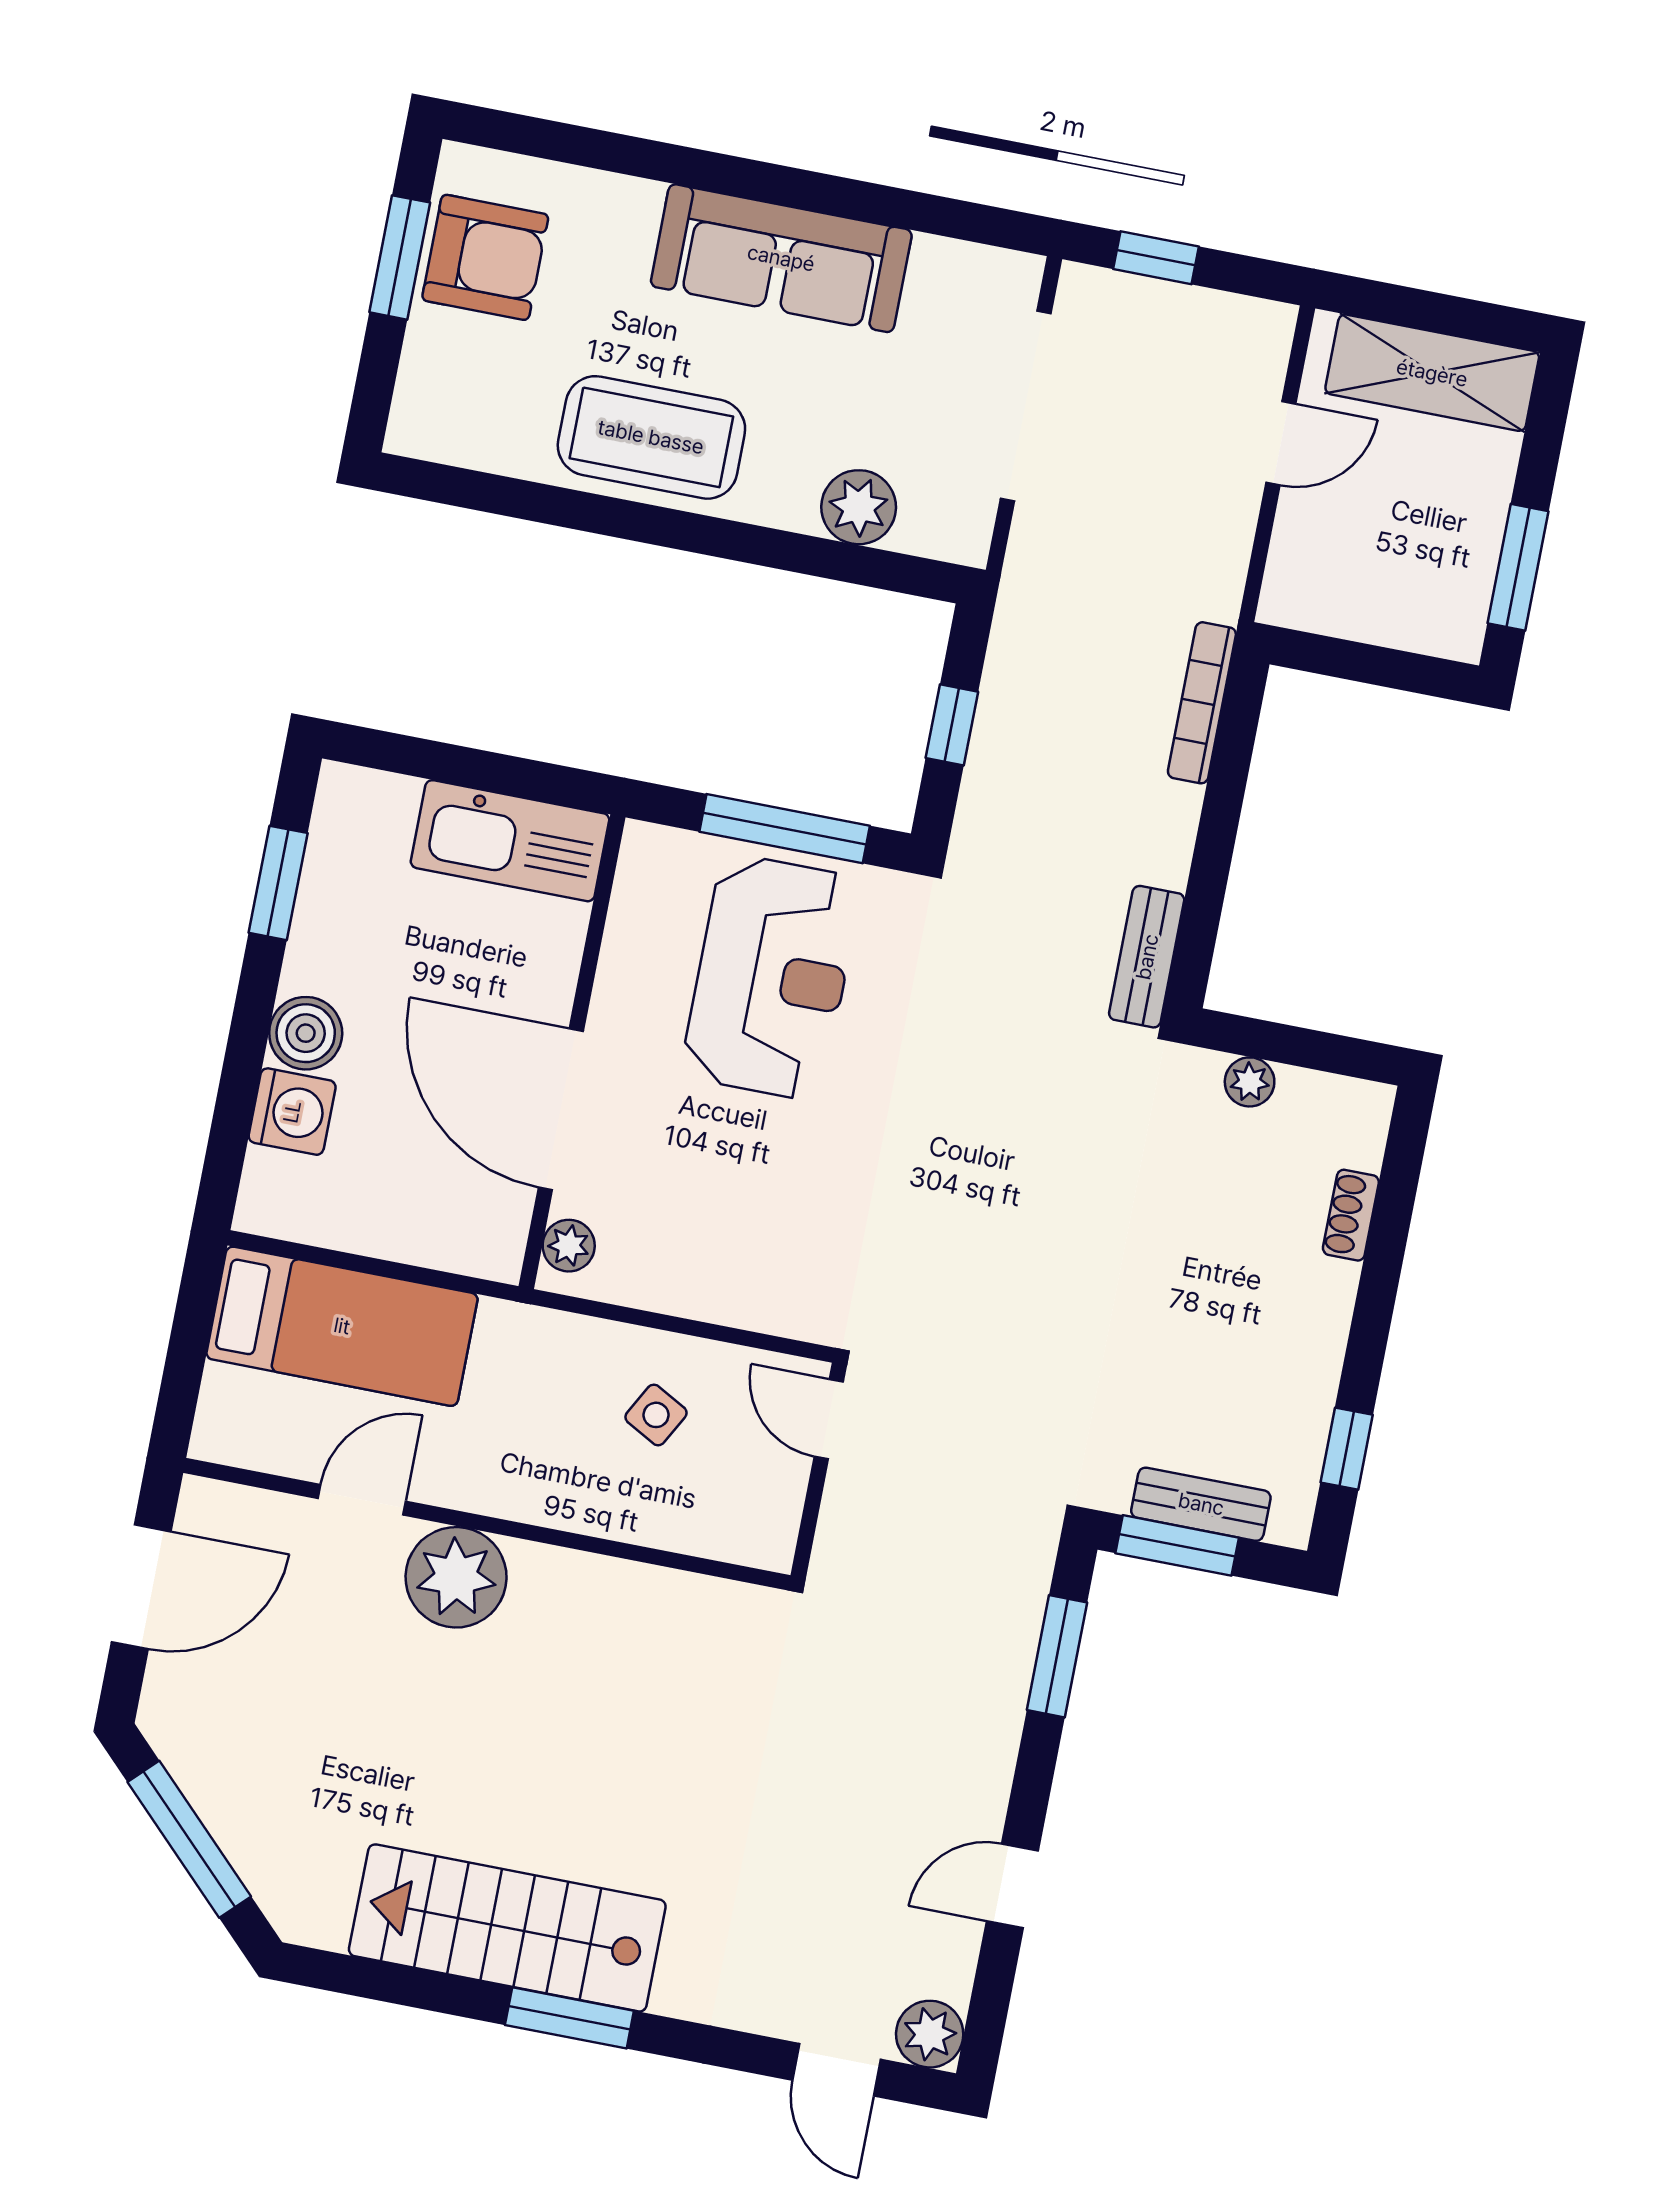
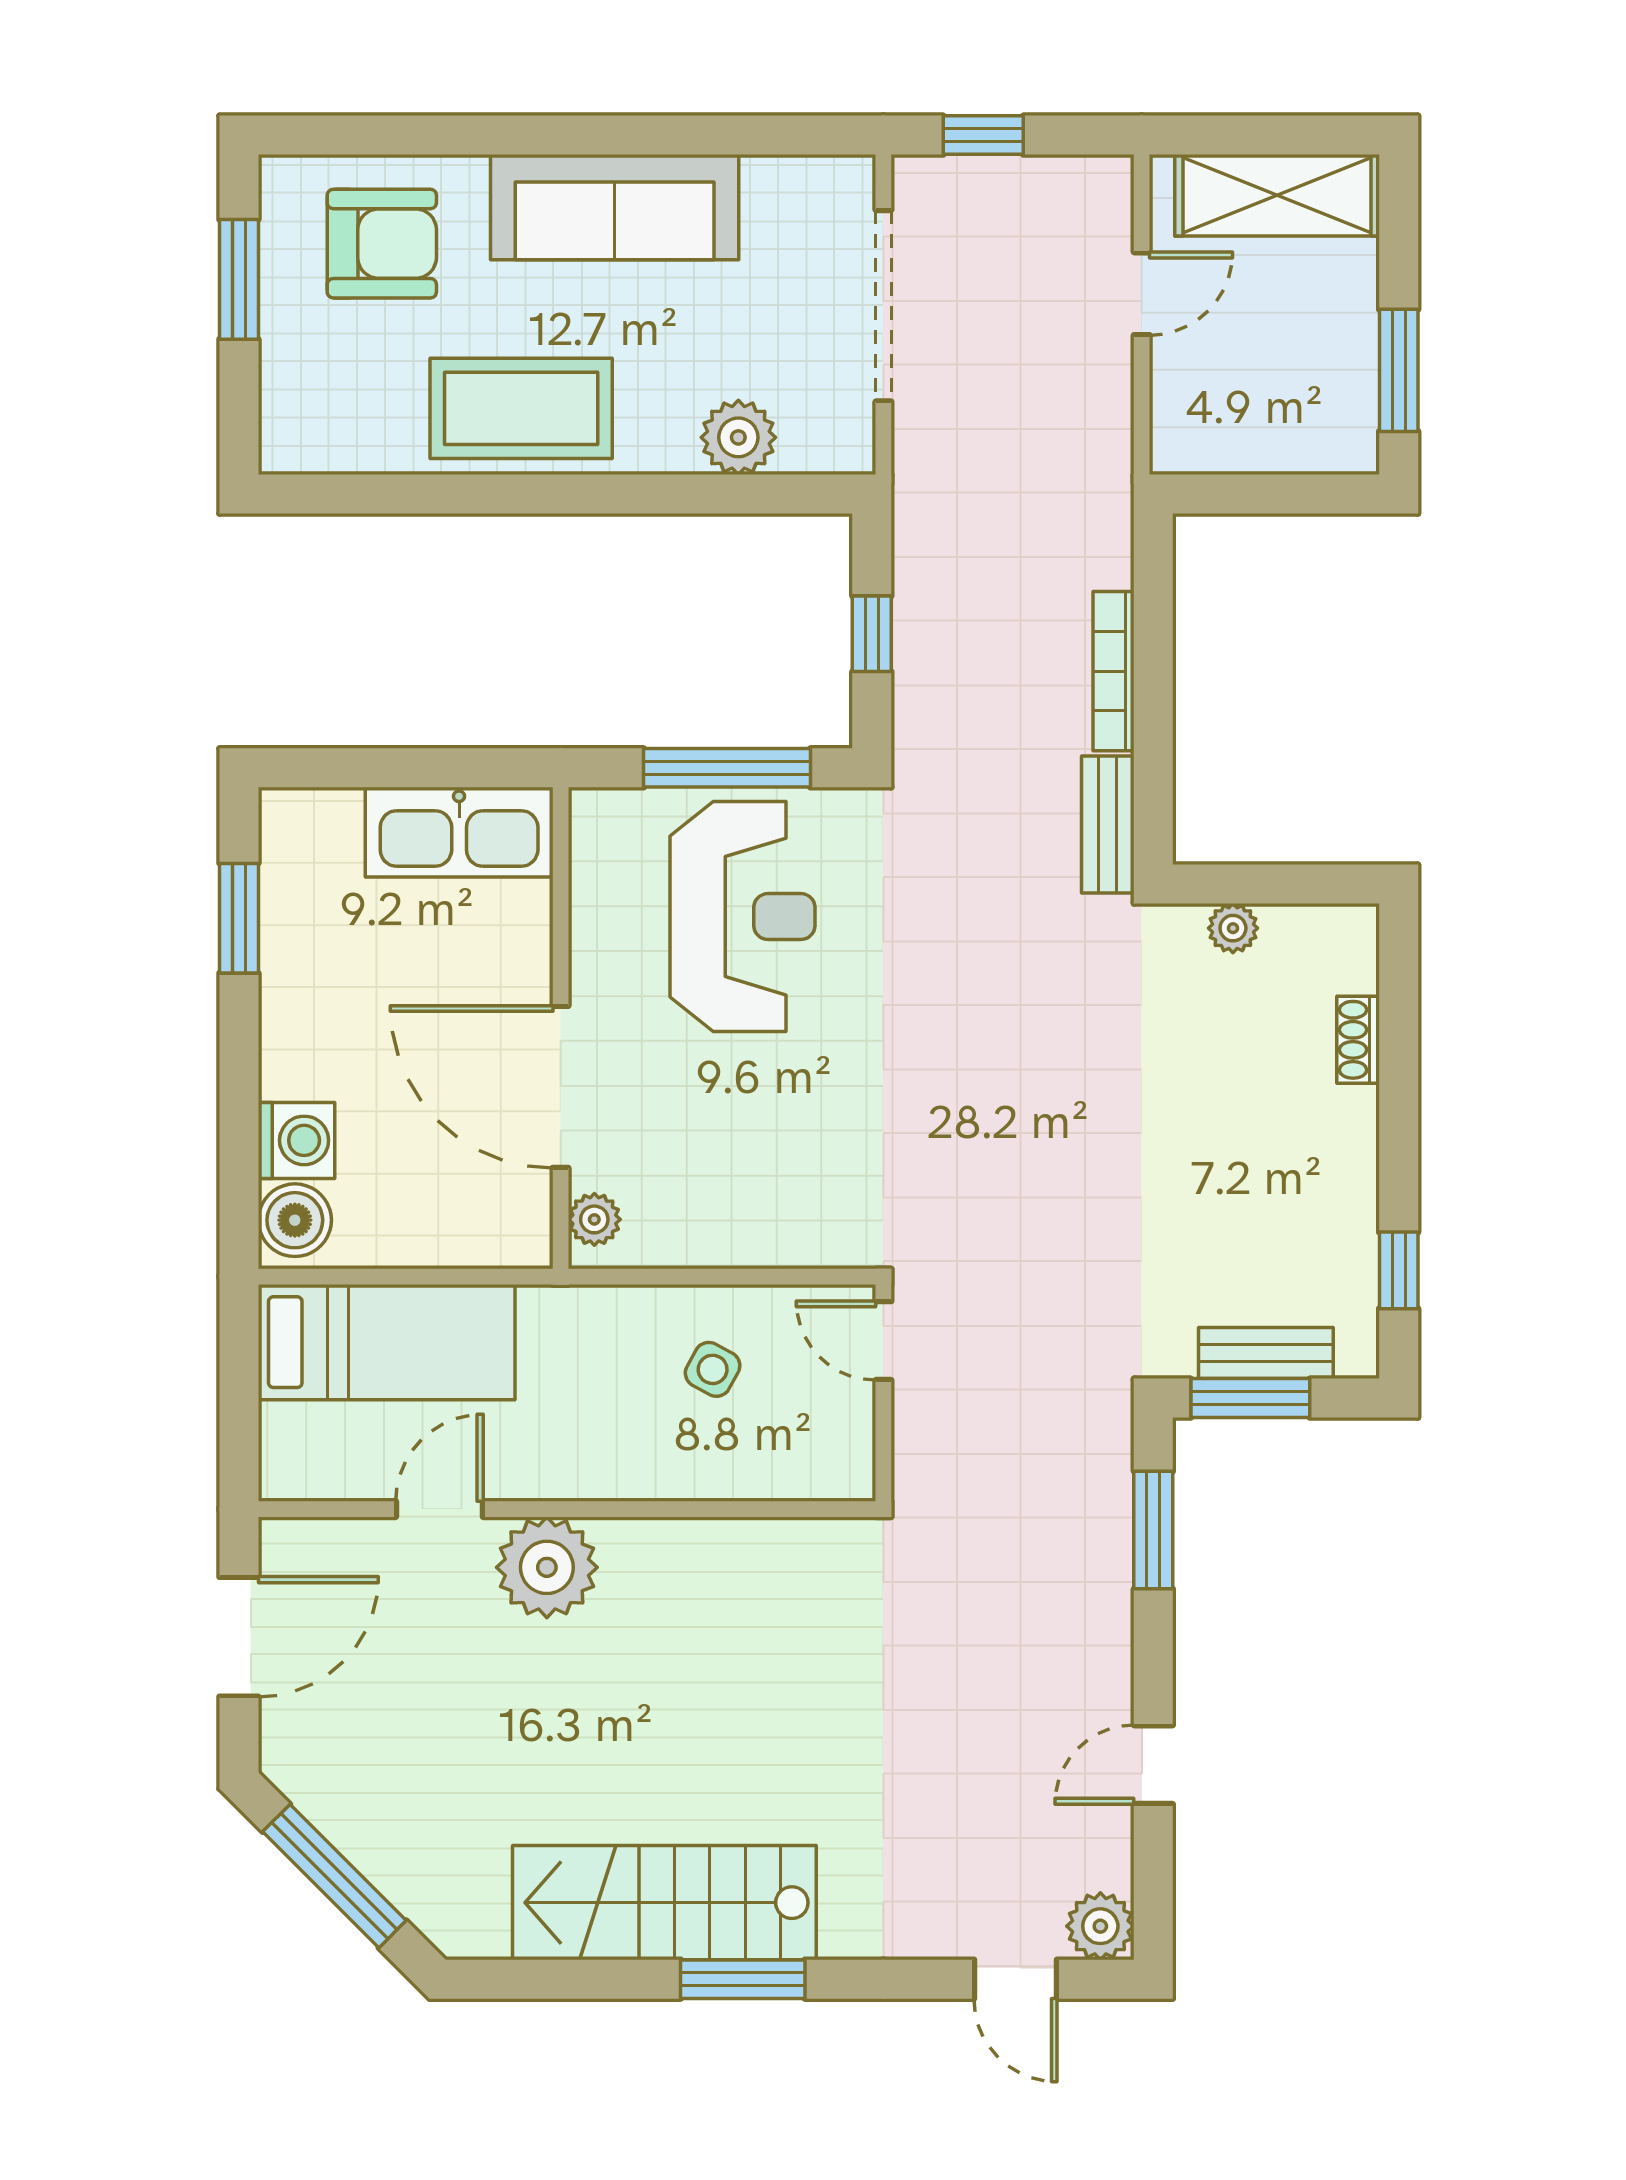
armchair: (485, 257) -> (382, 244), moved
bookcase: (1202, 703) -> (1114, 671), moved
boiler: (306, 1033) -> (295, 1220), moved

